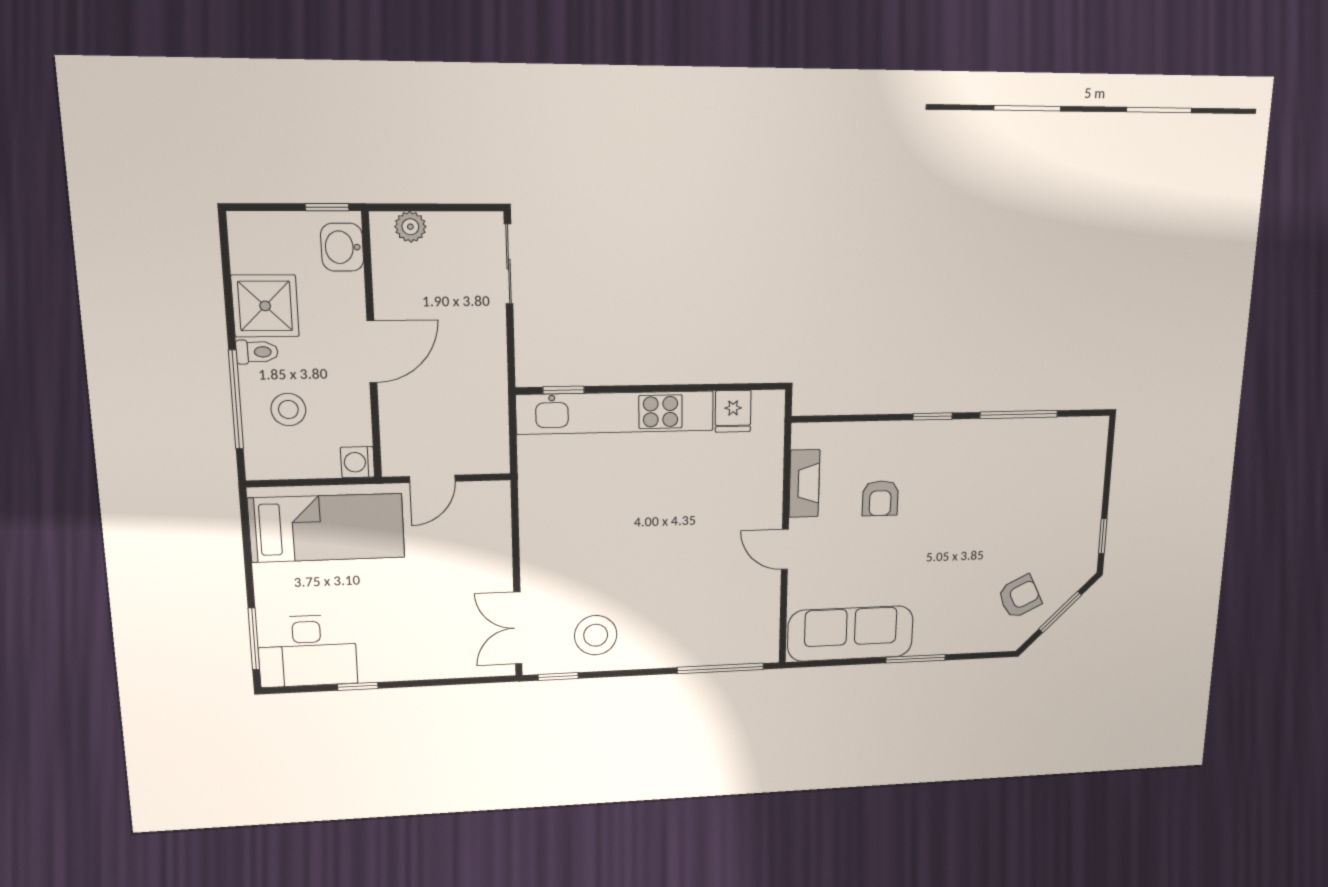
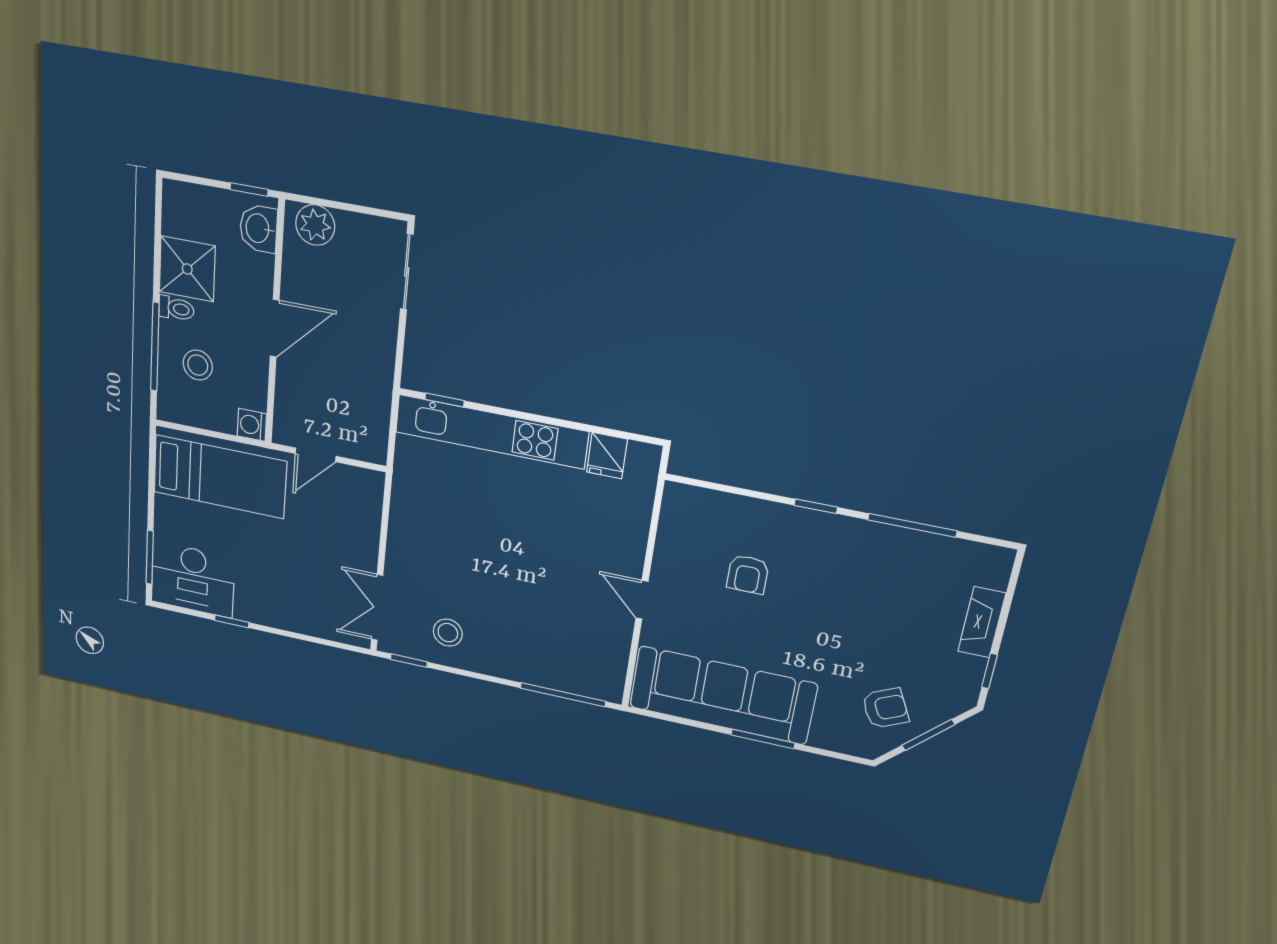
plant: (410, 227) -> (315, 225), width x1.38, depth x1.38
fireplace: (804, 484) -> (982, 622), moved, turned 180
sofa: (851, 634) -> (723, 695), width x1.36, depth x1.27
stool: (596, 635) -> (448, 633), width x0.73, depth x0.73

